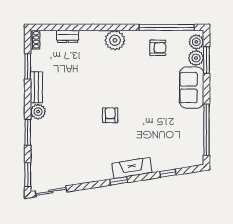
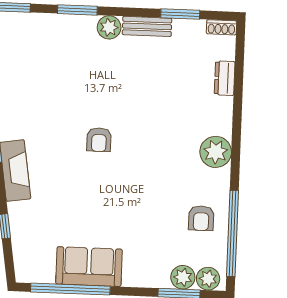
sofa: (192, 88) -> (89, 267), moved
armchair: (110, 115) -> (99, 140), turned 90

